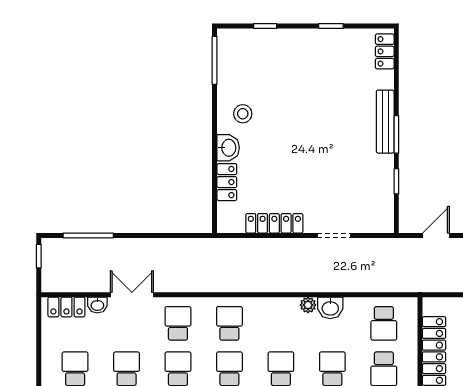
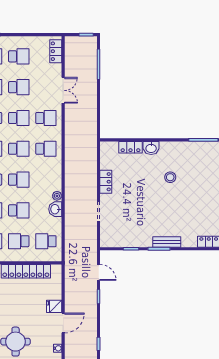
stool: (243, 114) -> (170, 177), moved
bench: (385, 122) -> (167, 242), width x0.73
locker: (274, 223) -> (106, 182), width x0.66
washbasin: (97, 305) -> (57, 70), removed

